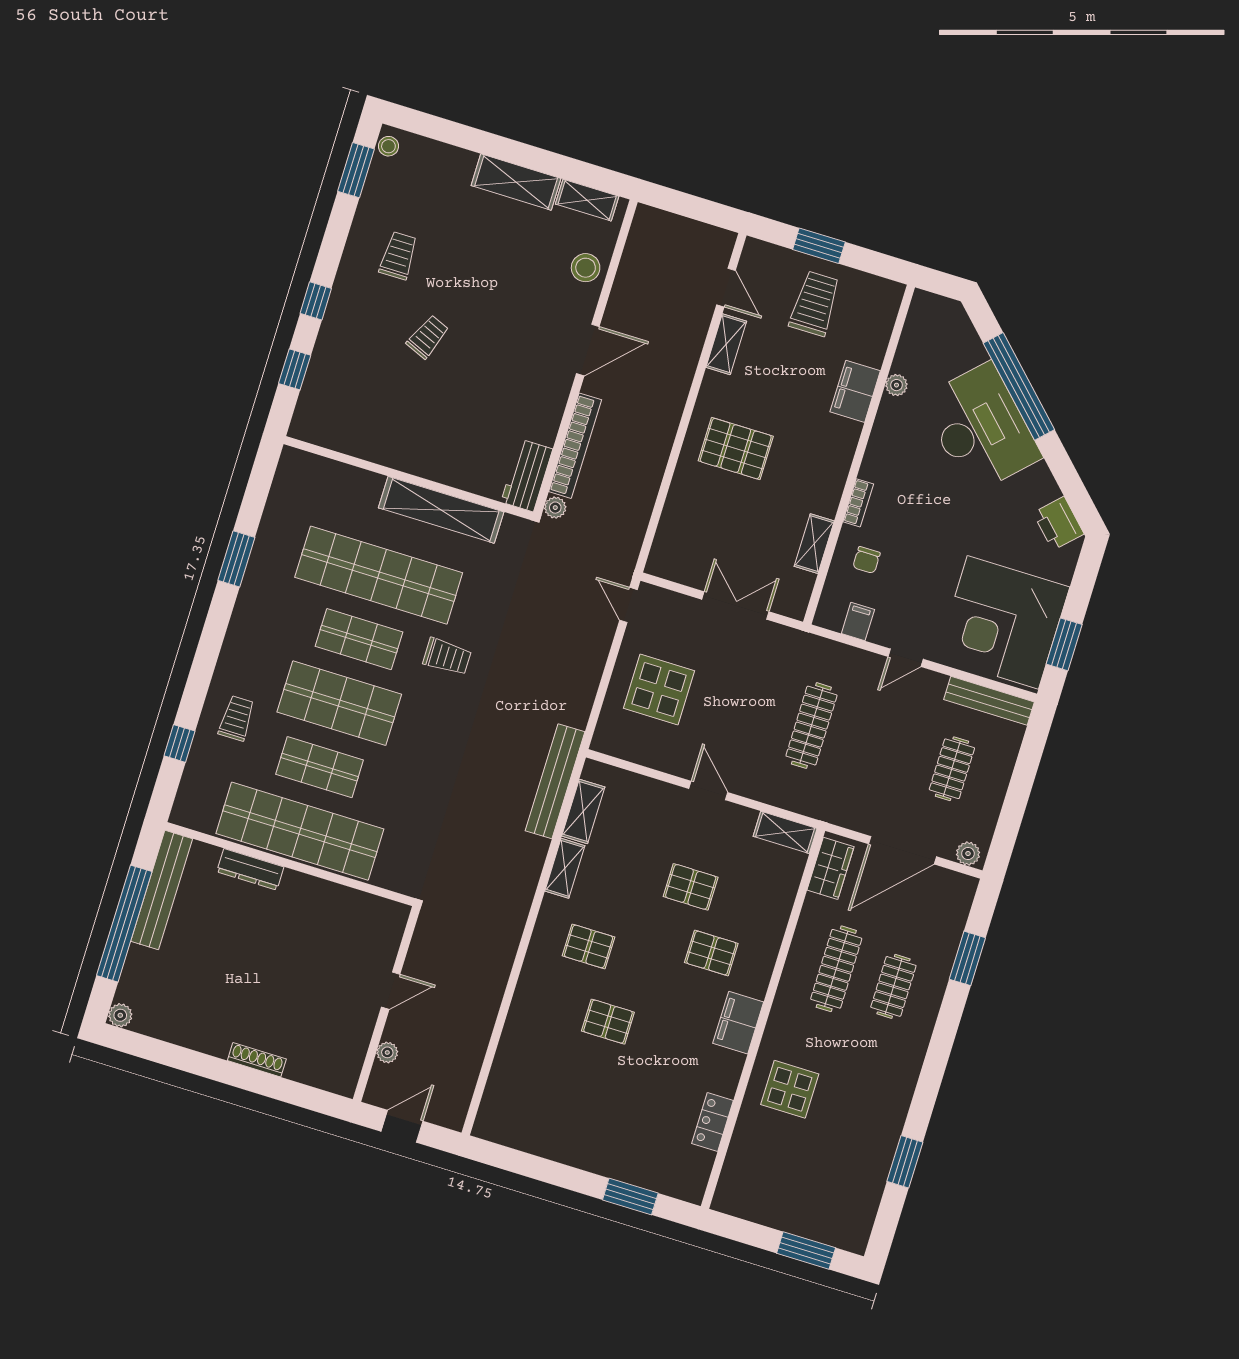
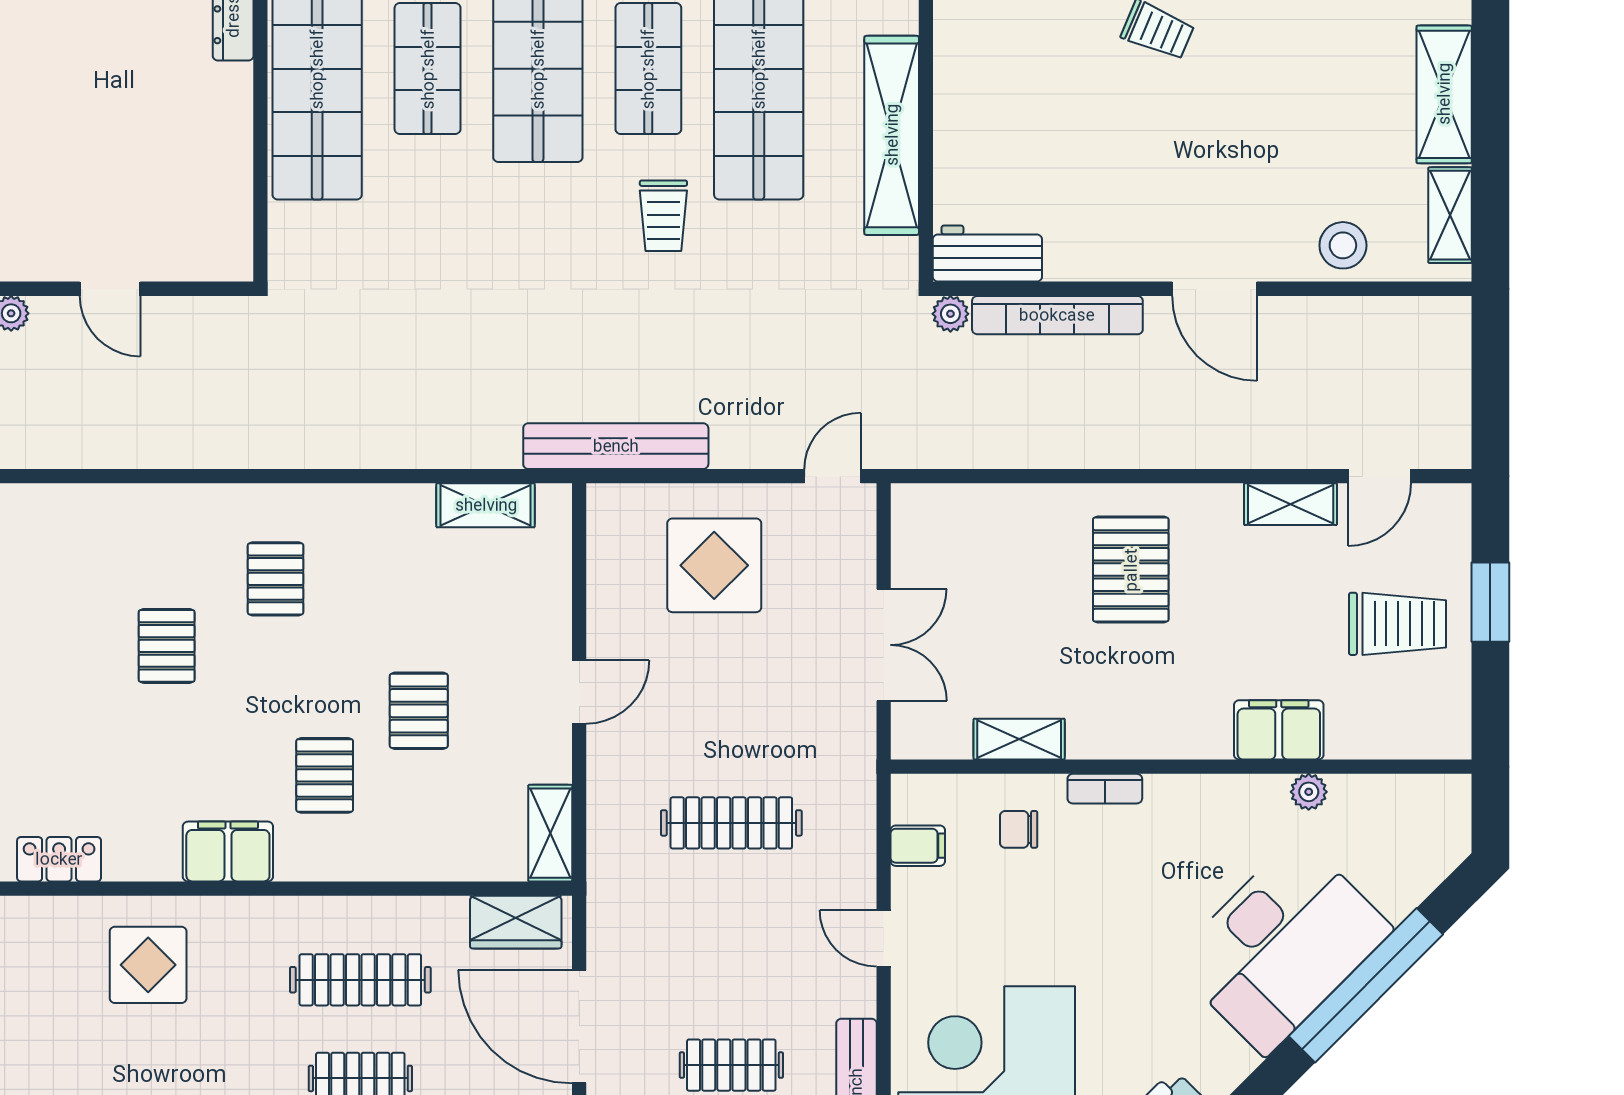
bench: (555, 781) -> (616, 446), moved
shelving: (565, 868) -> (387, 504), removed

